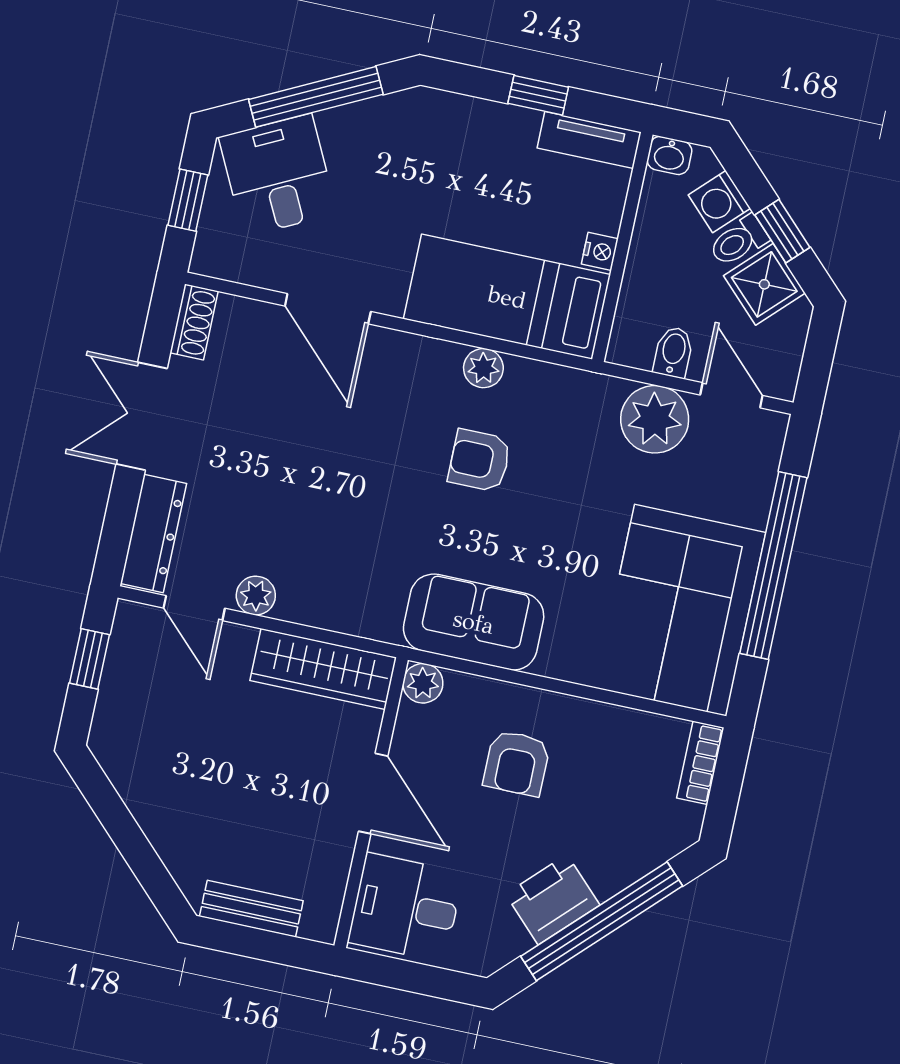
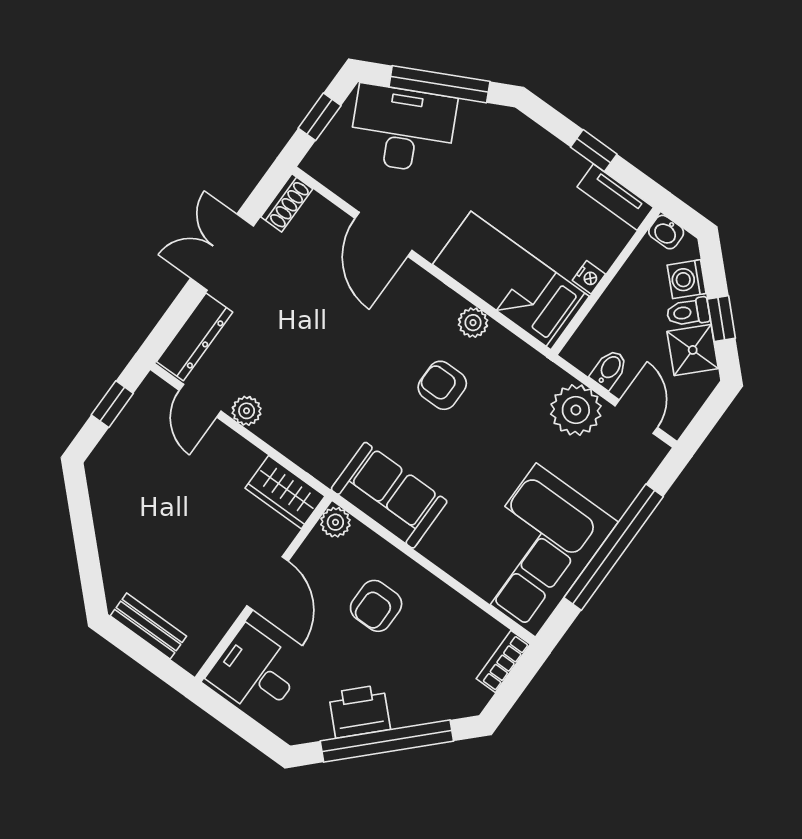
desk: (278, 175) -> (403, 129), width x1.37
wardrobe: (323, 669) -> (285, 492), width x0.67

